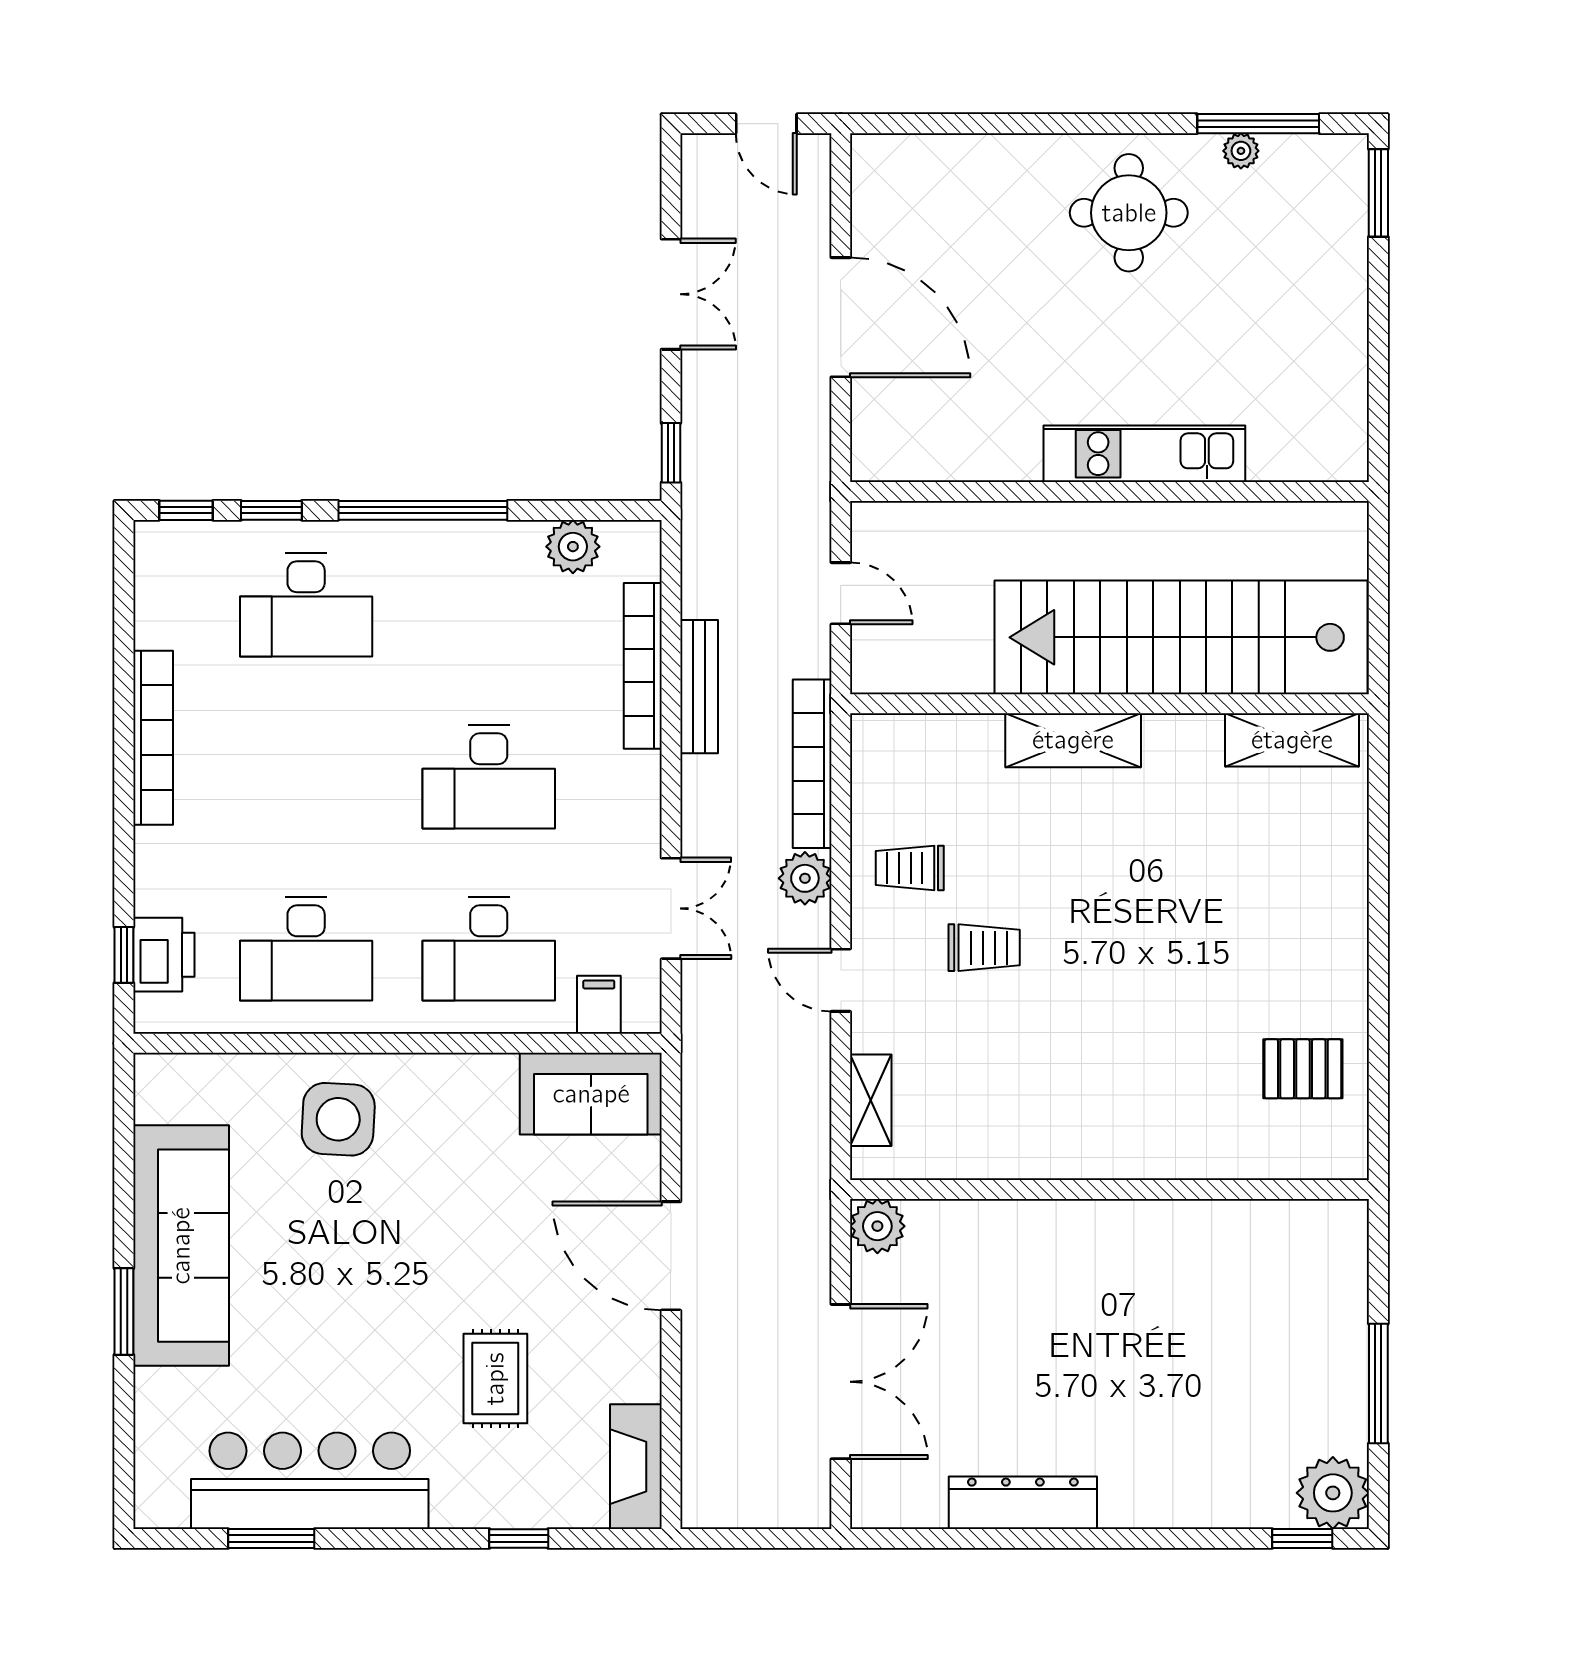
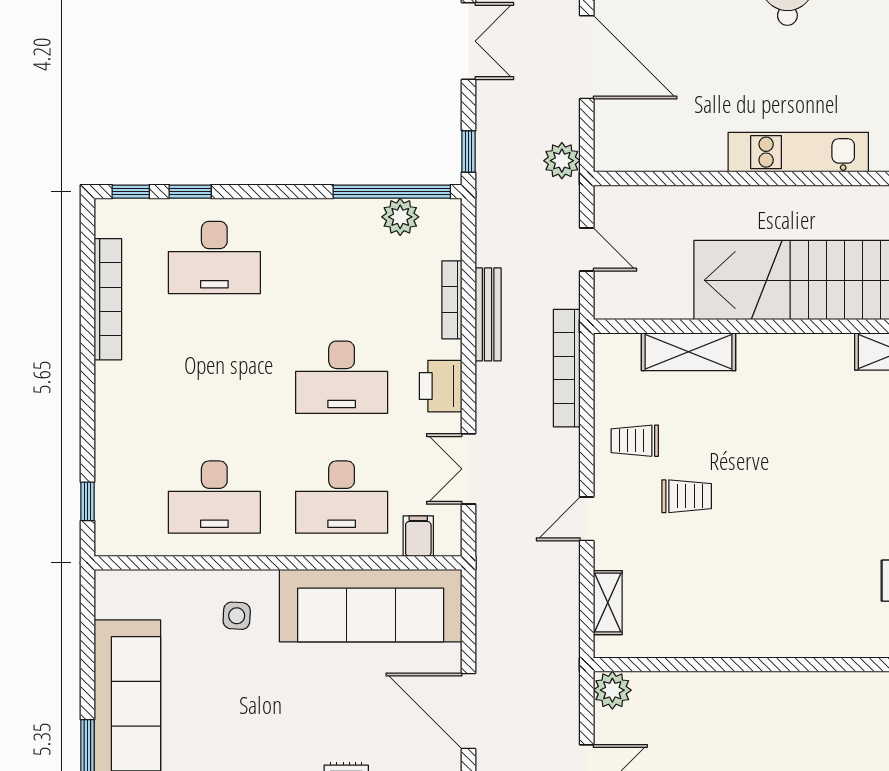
window: (423, 510) -> (392, 192), moved
bookcase: (643, 666) -> (452, 300), width x0.68, depth x0.76
bookcase: (153, 738) -> (108, 299), moved
shelving: (1073, 740) -> (688, 352), moved
plant: (805, 878) -> (562, 161), moved
double door: (671, 908) -> (469, 469), swing flipped
printer: (164, 955) -> (441, 386), moved, turned 180
door: (841, 980) -> (587, 519), hinge flipped
sofa: (591, 1094) -> (371, 606), width x1.85, depth x1.27
side table: (338, 1119) -> (237, 616), width x0.54, depth x0.54

